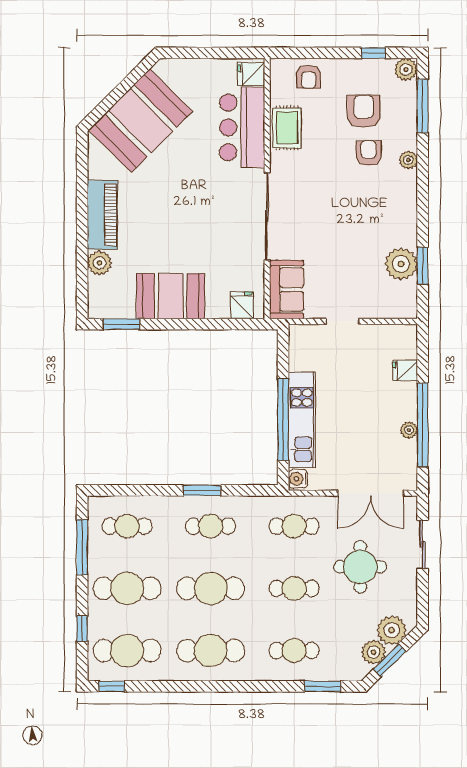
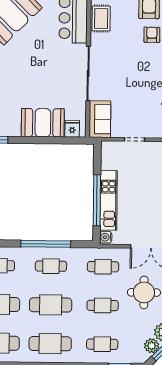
booth: (171, 296) -> (43, 123), moved
window: (202, 490) -> (46, 244), width x2.11

